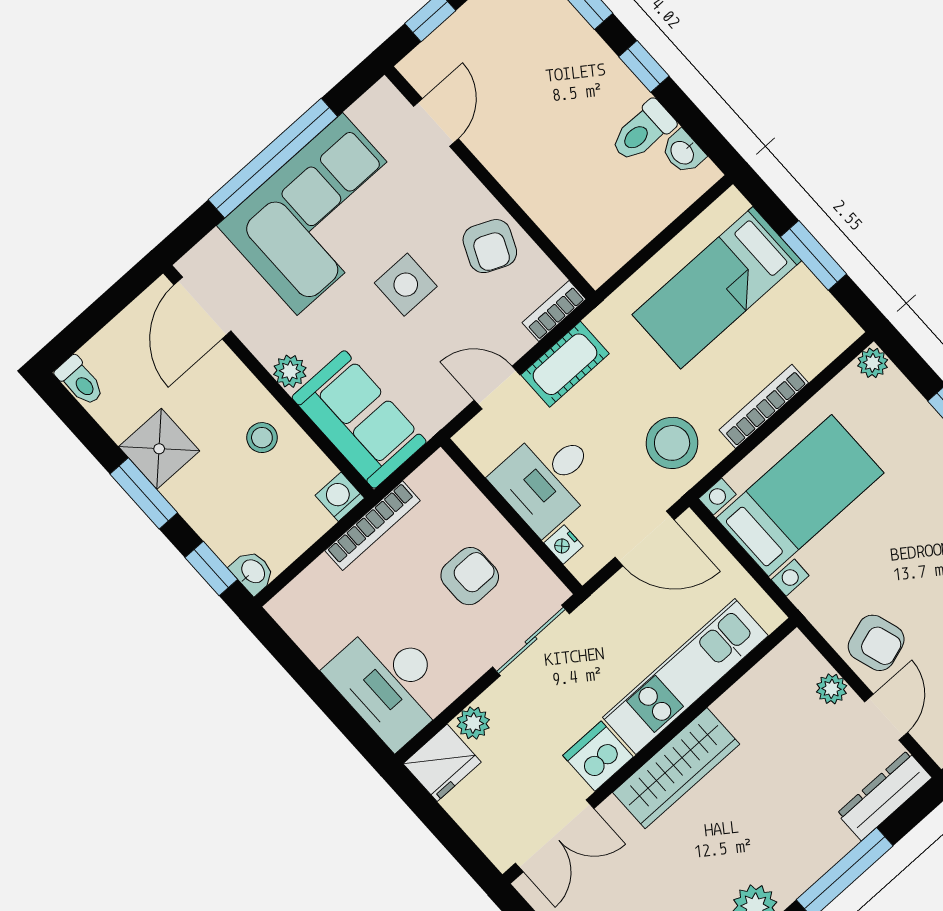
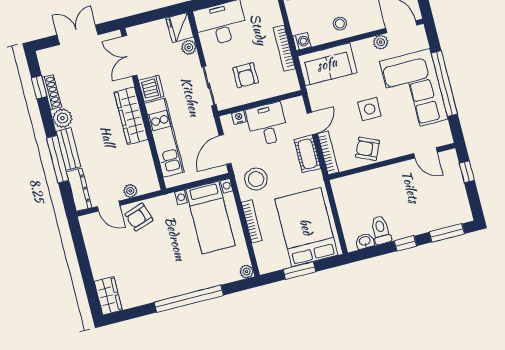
bed: (717, 288) -> (306, 227), width x1.50
bookcase: (554, 311) -> (328, 153), width x1.56
plant: (290, 371) -> (381, 42), moved
bench: (812, 861) -> (68, 149), added

